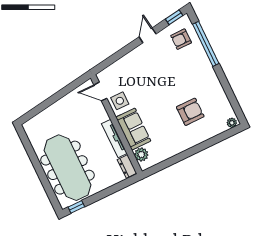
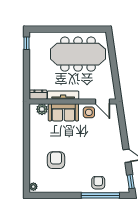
armchair: (181, 39) -> (98, 183), moved
door: (100, 92) -> (102, 101), swing flipped
armchair: (190, 112) -> (56, 160), turned 180
meeting table: (67, 168) -> (78, 54), moved

